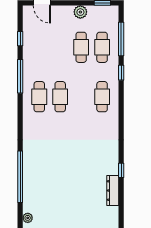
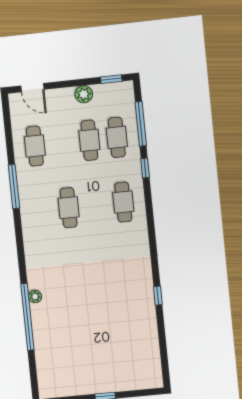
window: (20, 39) -> (9, 137), removed
cafe table: (39, 97) -> (35, 146), moved
dresser: (113, 191) -> (149, 323), removed
plant: (28, 218) -> (35, 296), moved

